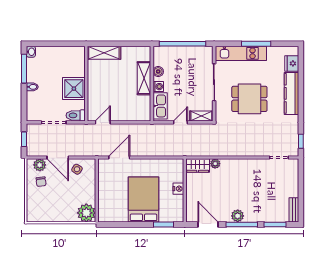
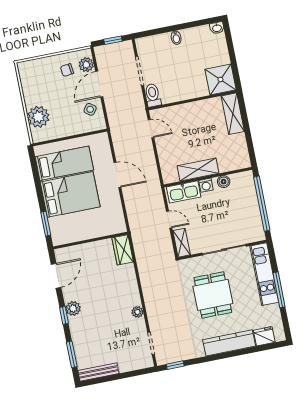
window: (24, 69) -> (196, 24), removed
shelving: (144, 78) -> (198, 170), moved
shower: (74, 89) -> (220, 79), moved
door: (119, 158) -> (117, 175), moved
plant: (215, 164) -> (137, 312), moved
nightstand: (178, 189) -> (91, 233), removed
bed: (117, 199) -> (64, 163), added
bench: (294, 210) -> (98, 372), width x1.36
plant: (86, 213) -> (38, 117), moved
window: (242, 224) -> (64, 315), width x0.46

